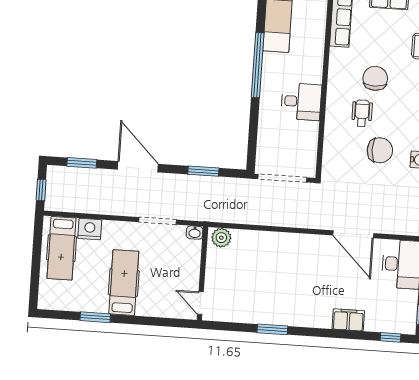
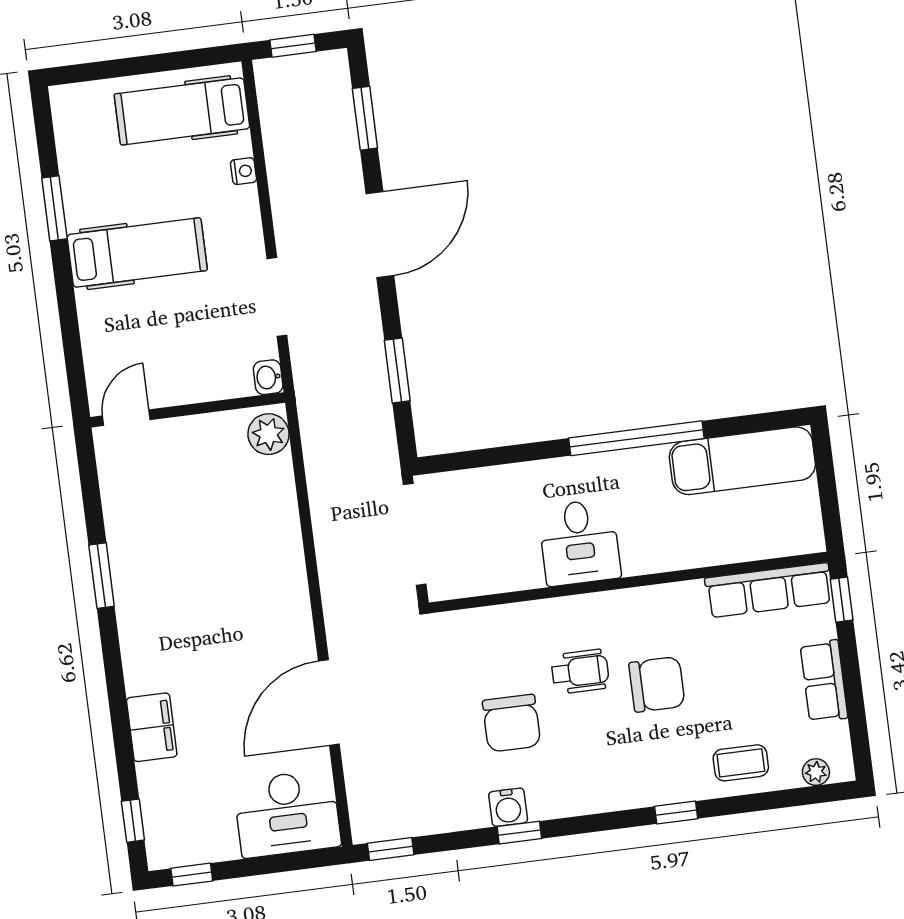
nightstand: (90, 229) -> (243, 171), width x0.53, depth x0.56

